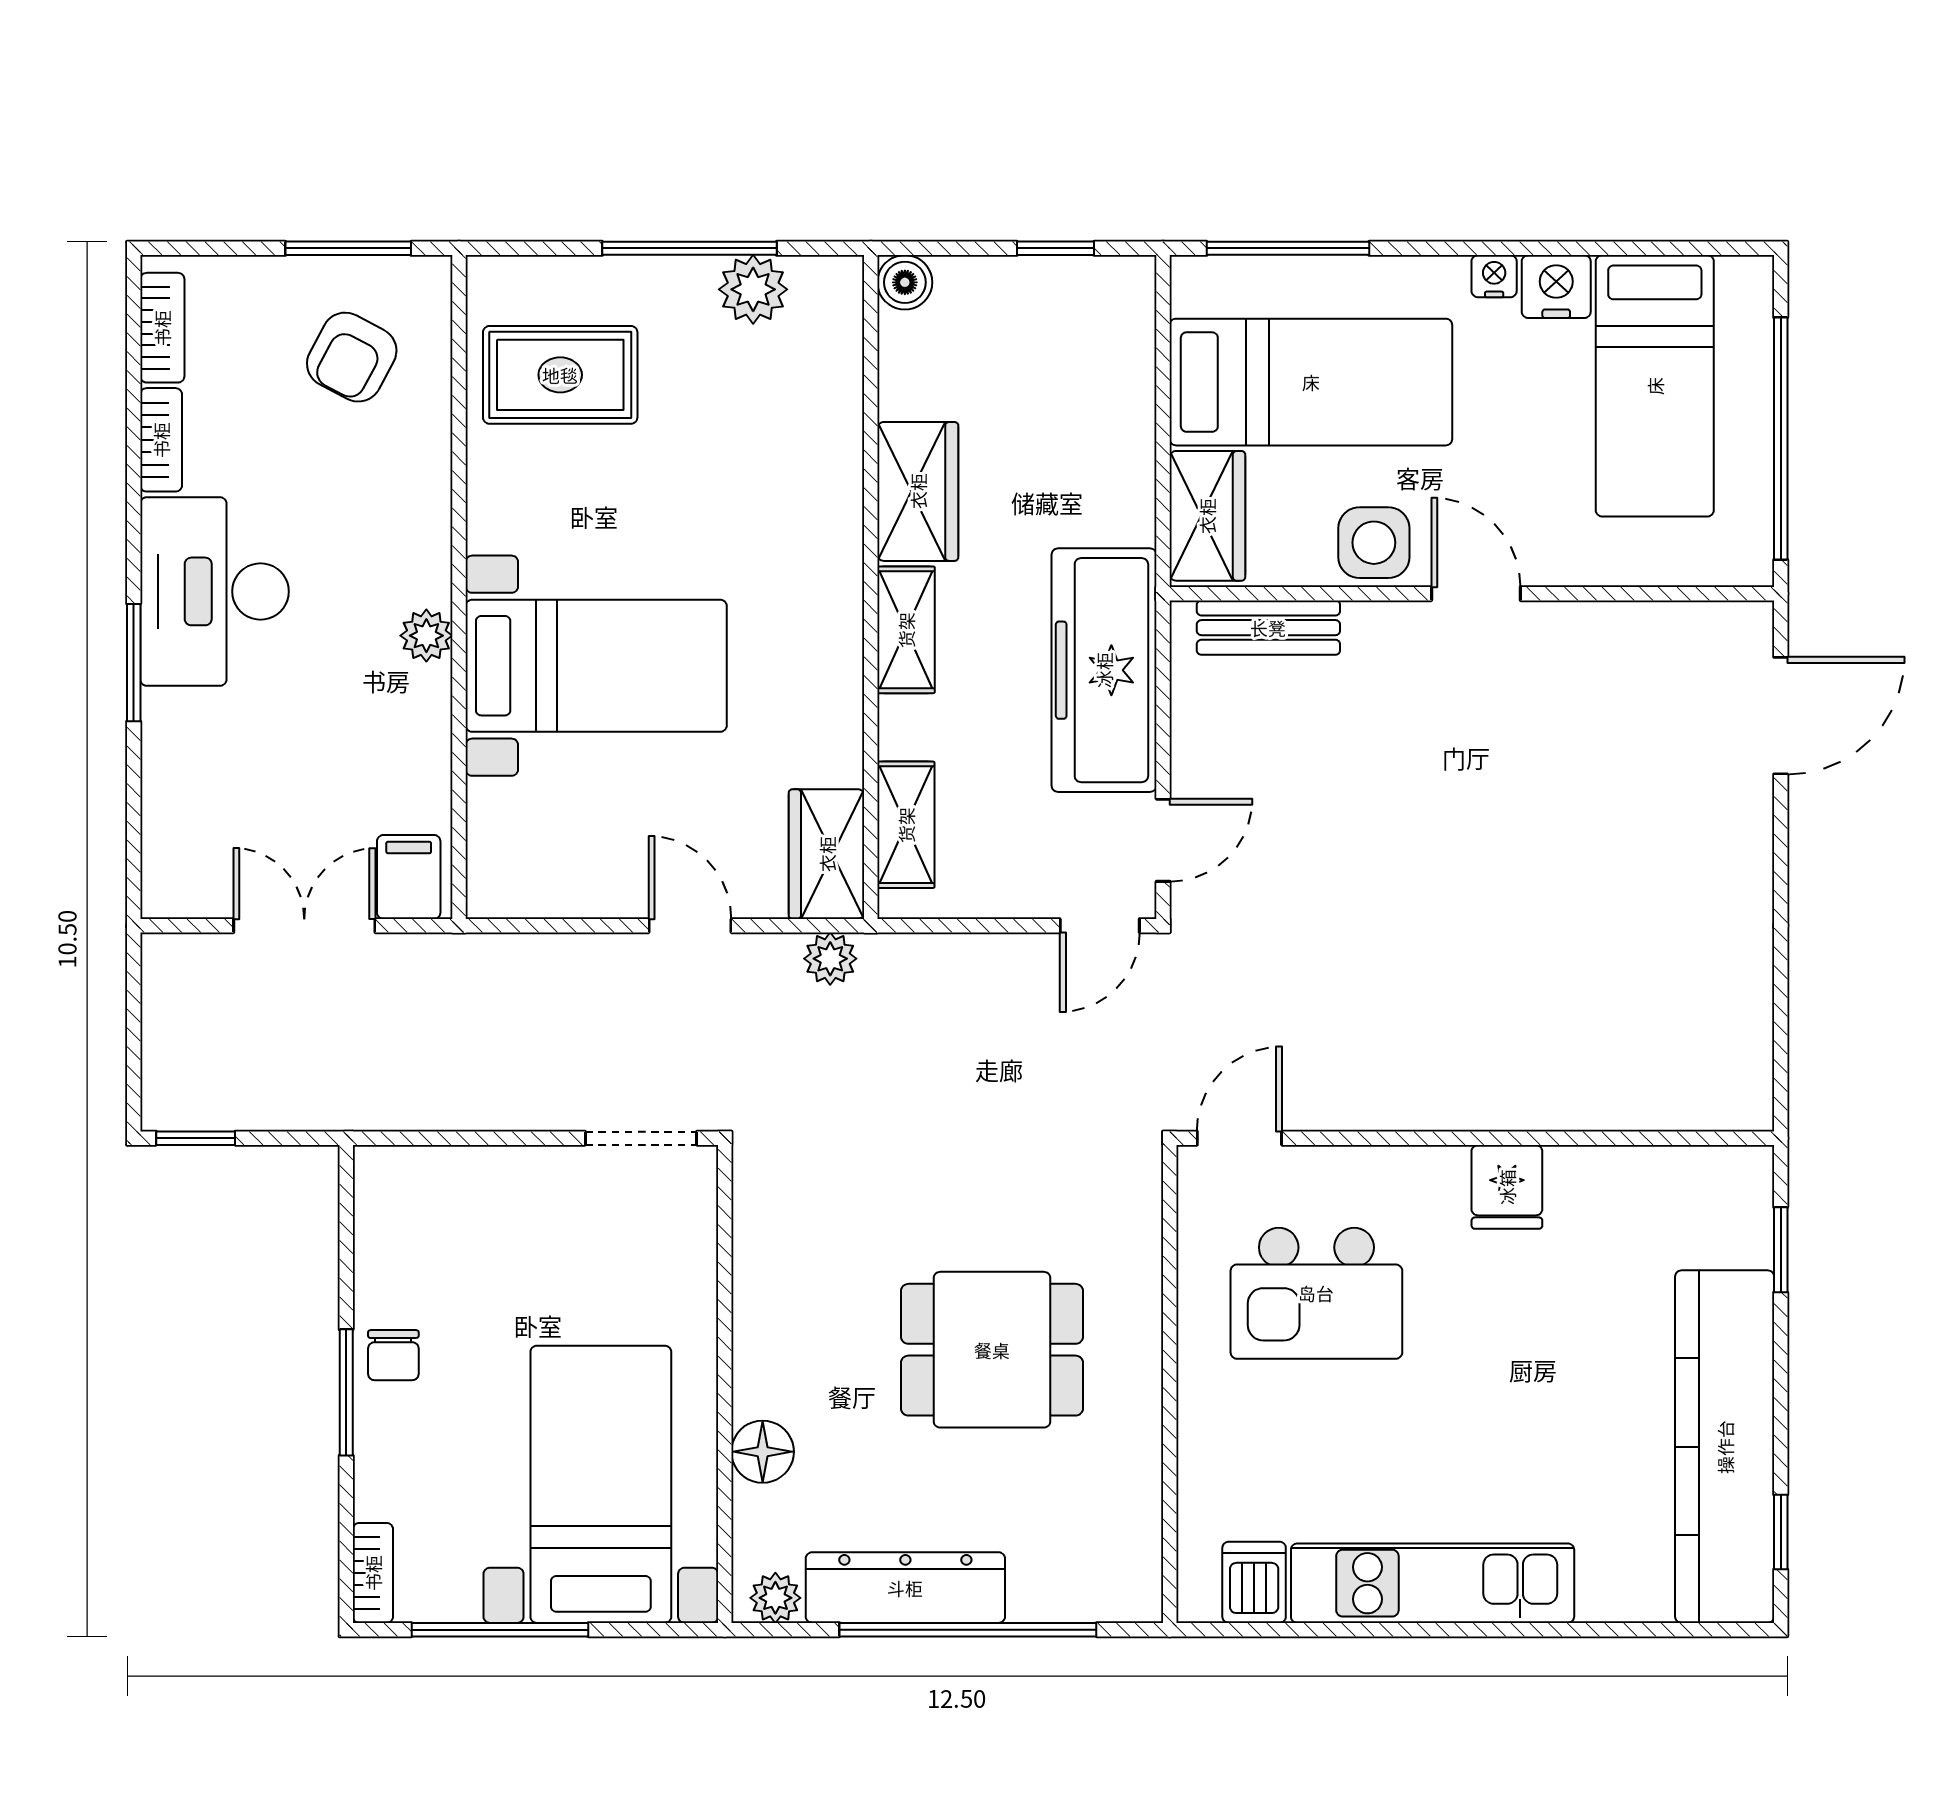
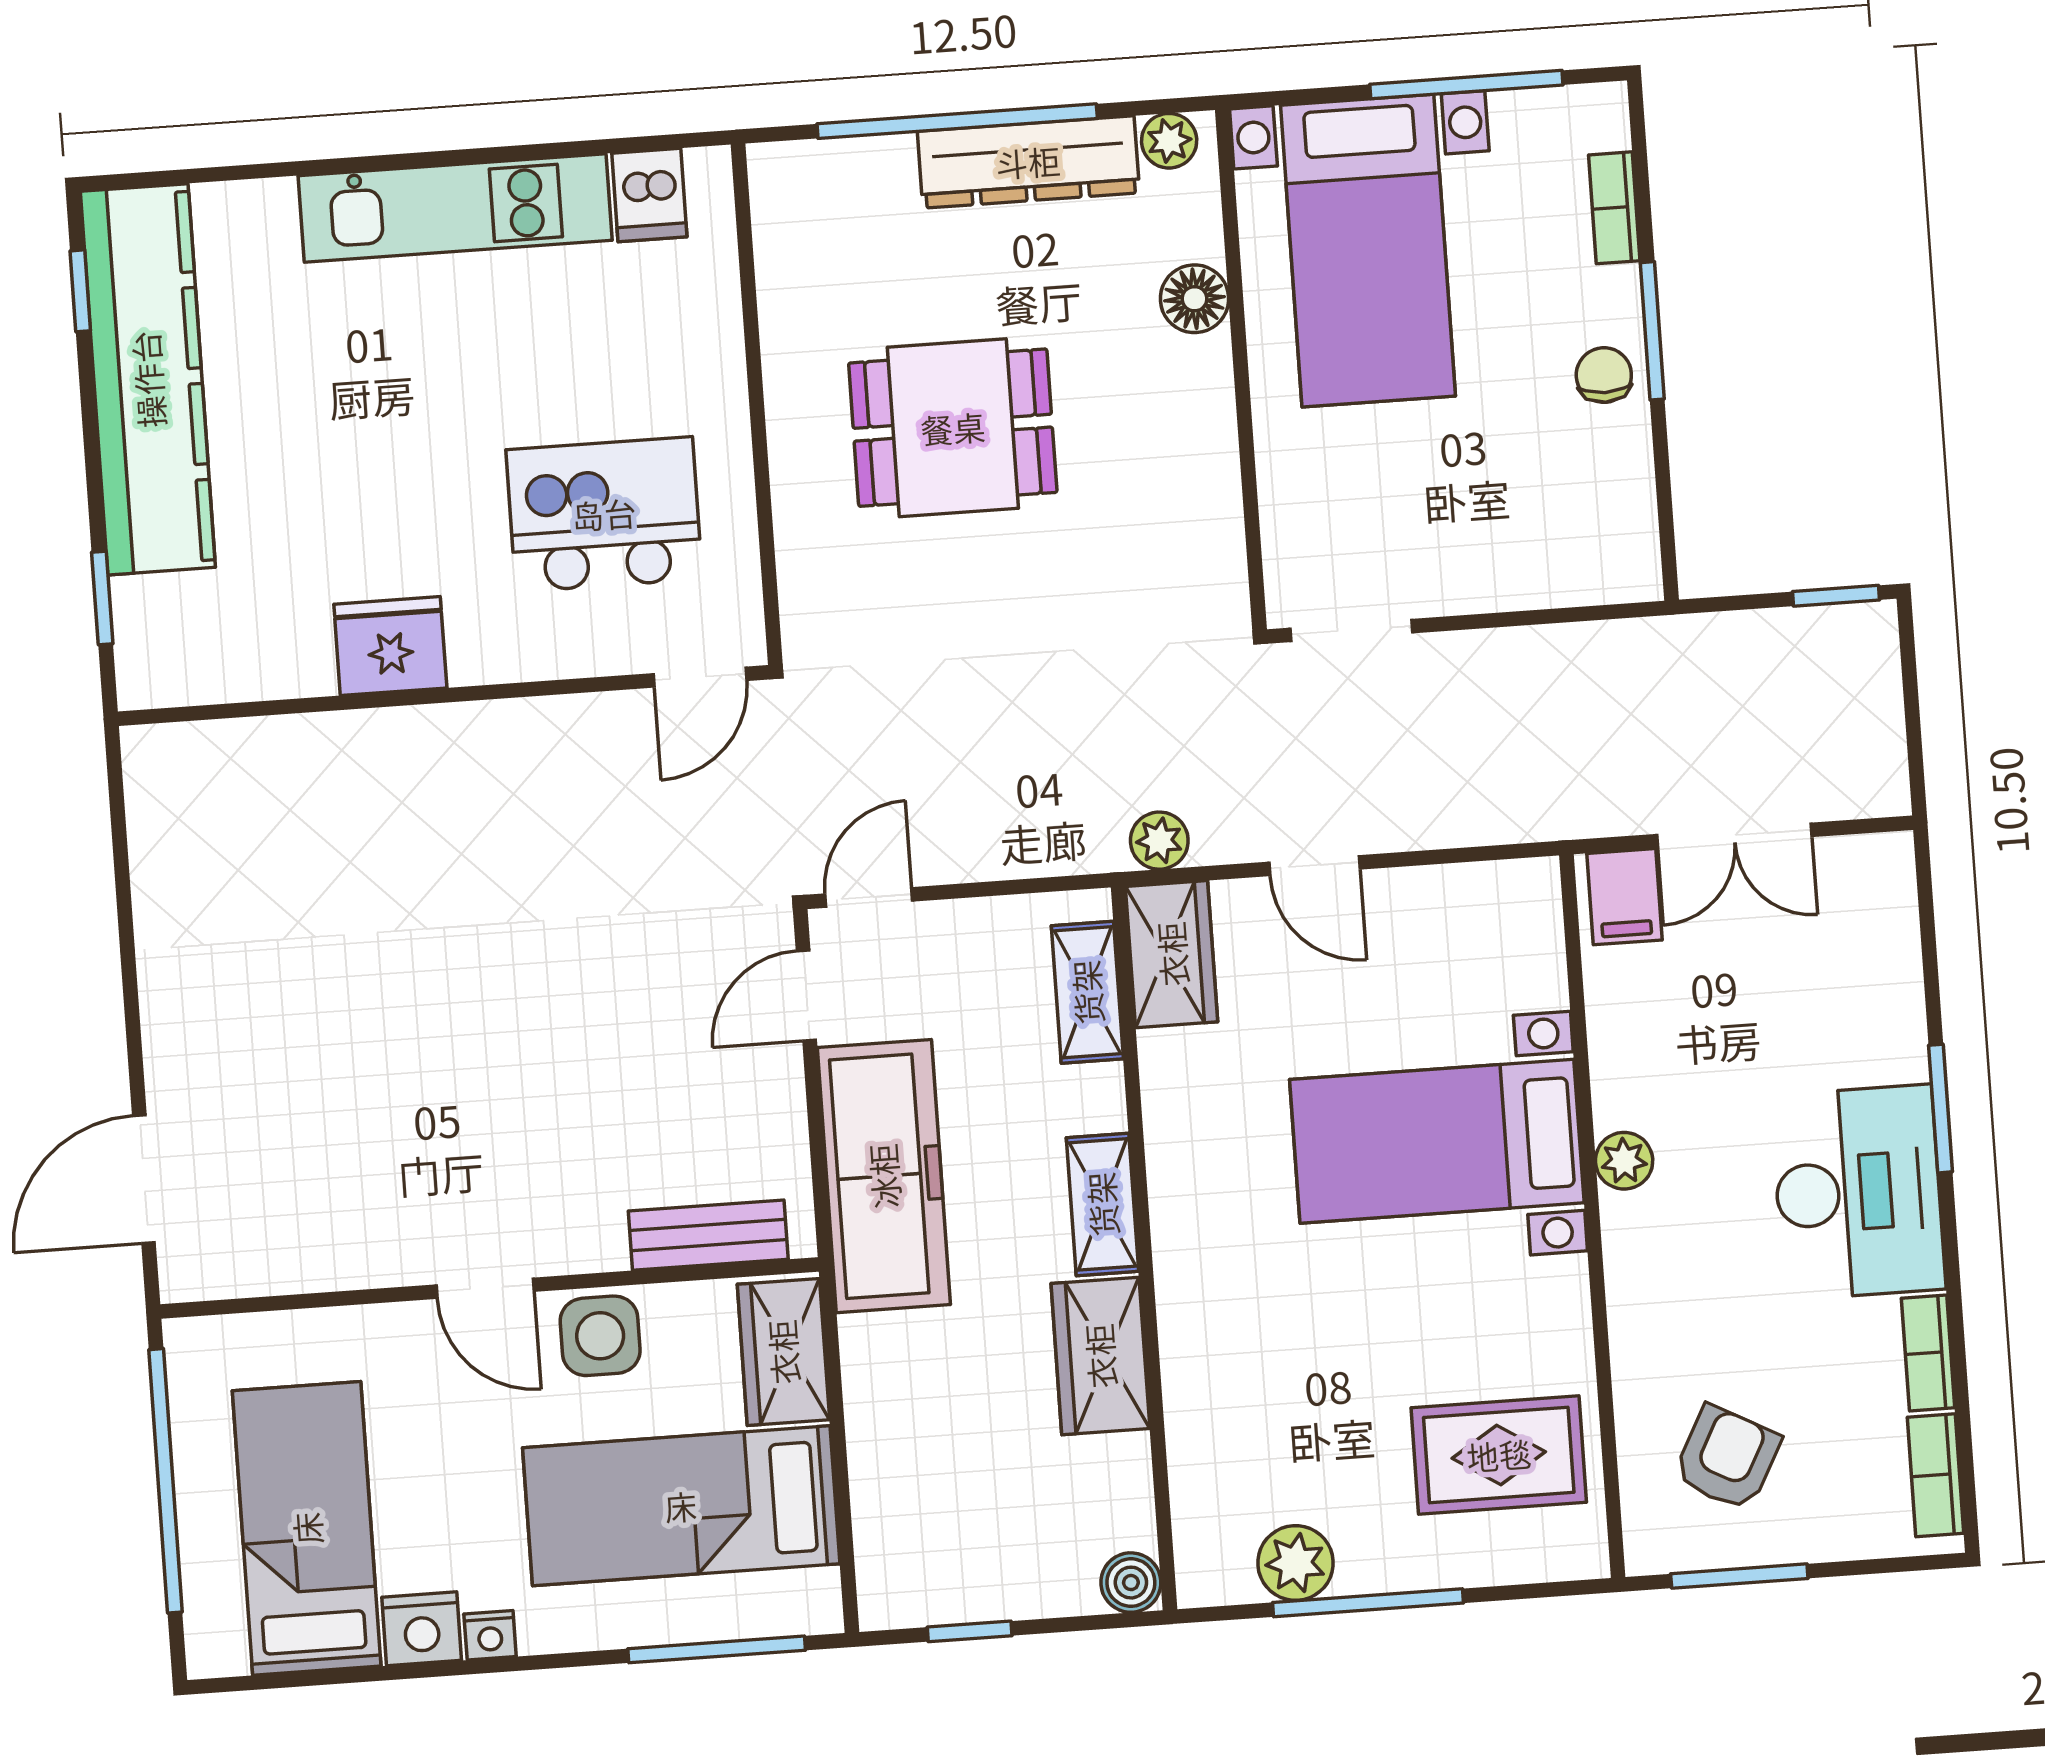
fridge: (1507, 1187) -> (390, 646), width x1.38
bookcase: (373, 1573) -> (1614, 208), moved

